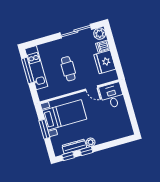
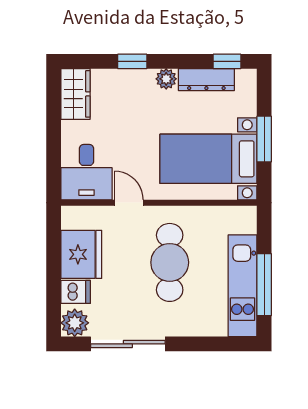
cafe table: (68, 69) -> (170, 262), width x1.37, depth x1.35
wardrobe: (125, 126) -> (76, 94), added
window: (86, 151) -> (132, 61), moved

